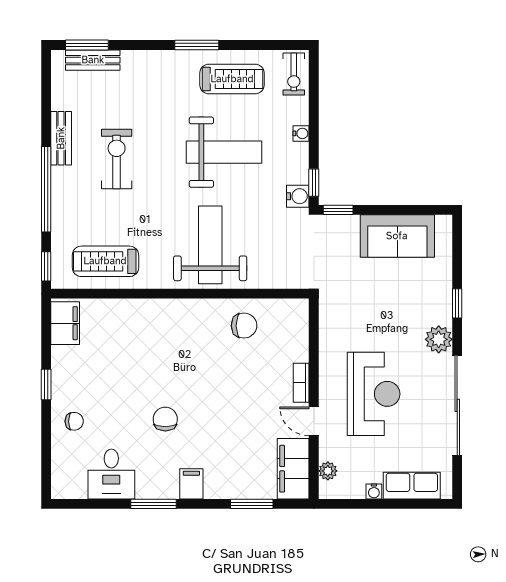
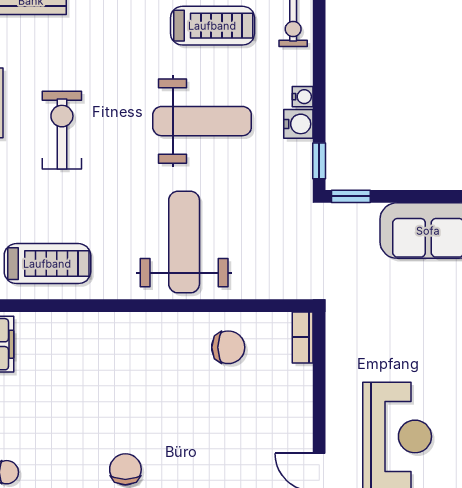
water cooler: (298, 196) -> (298, 124), moved
treadmill: (105, 261) -> (47, 264), turned 180
bookcase: (301, 383) -> (303, 337), moved

